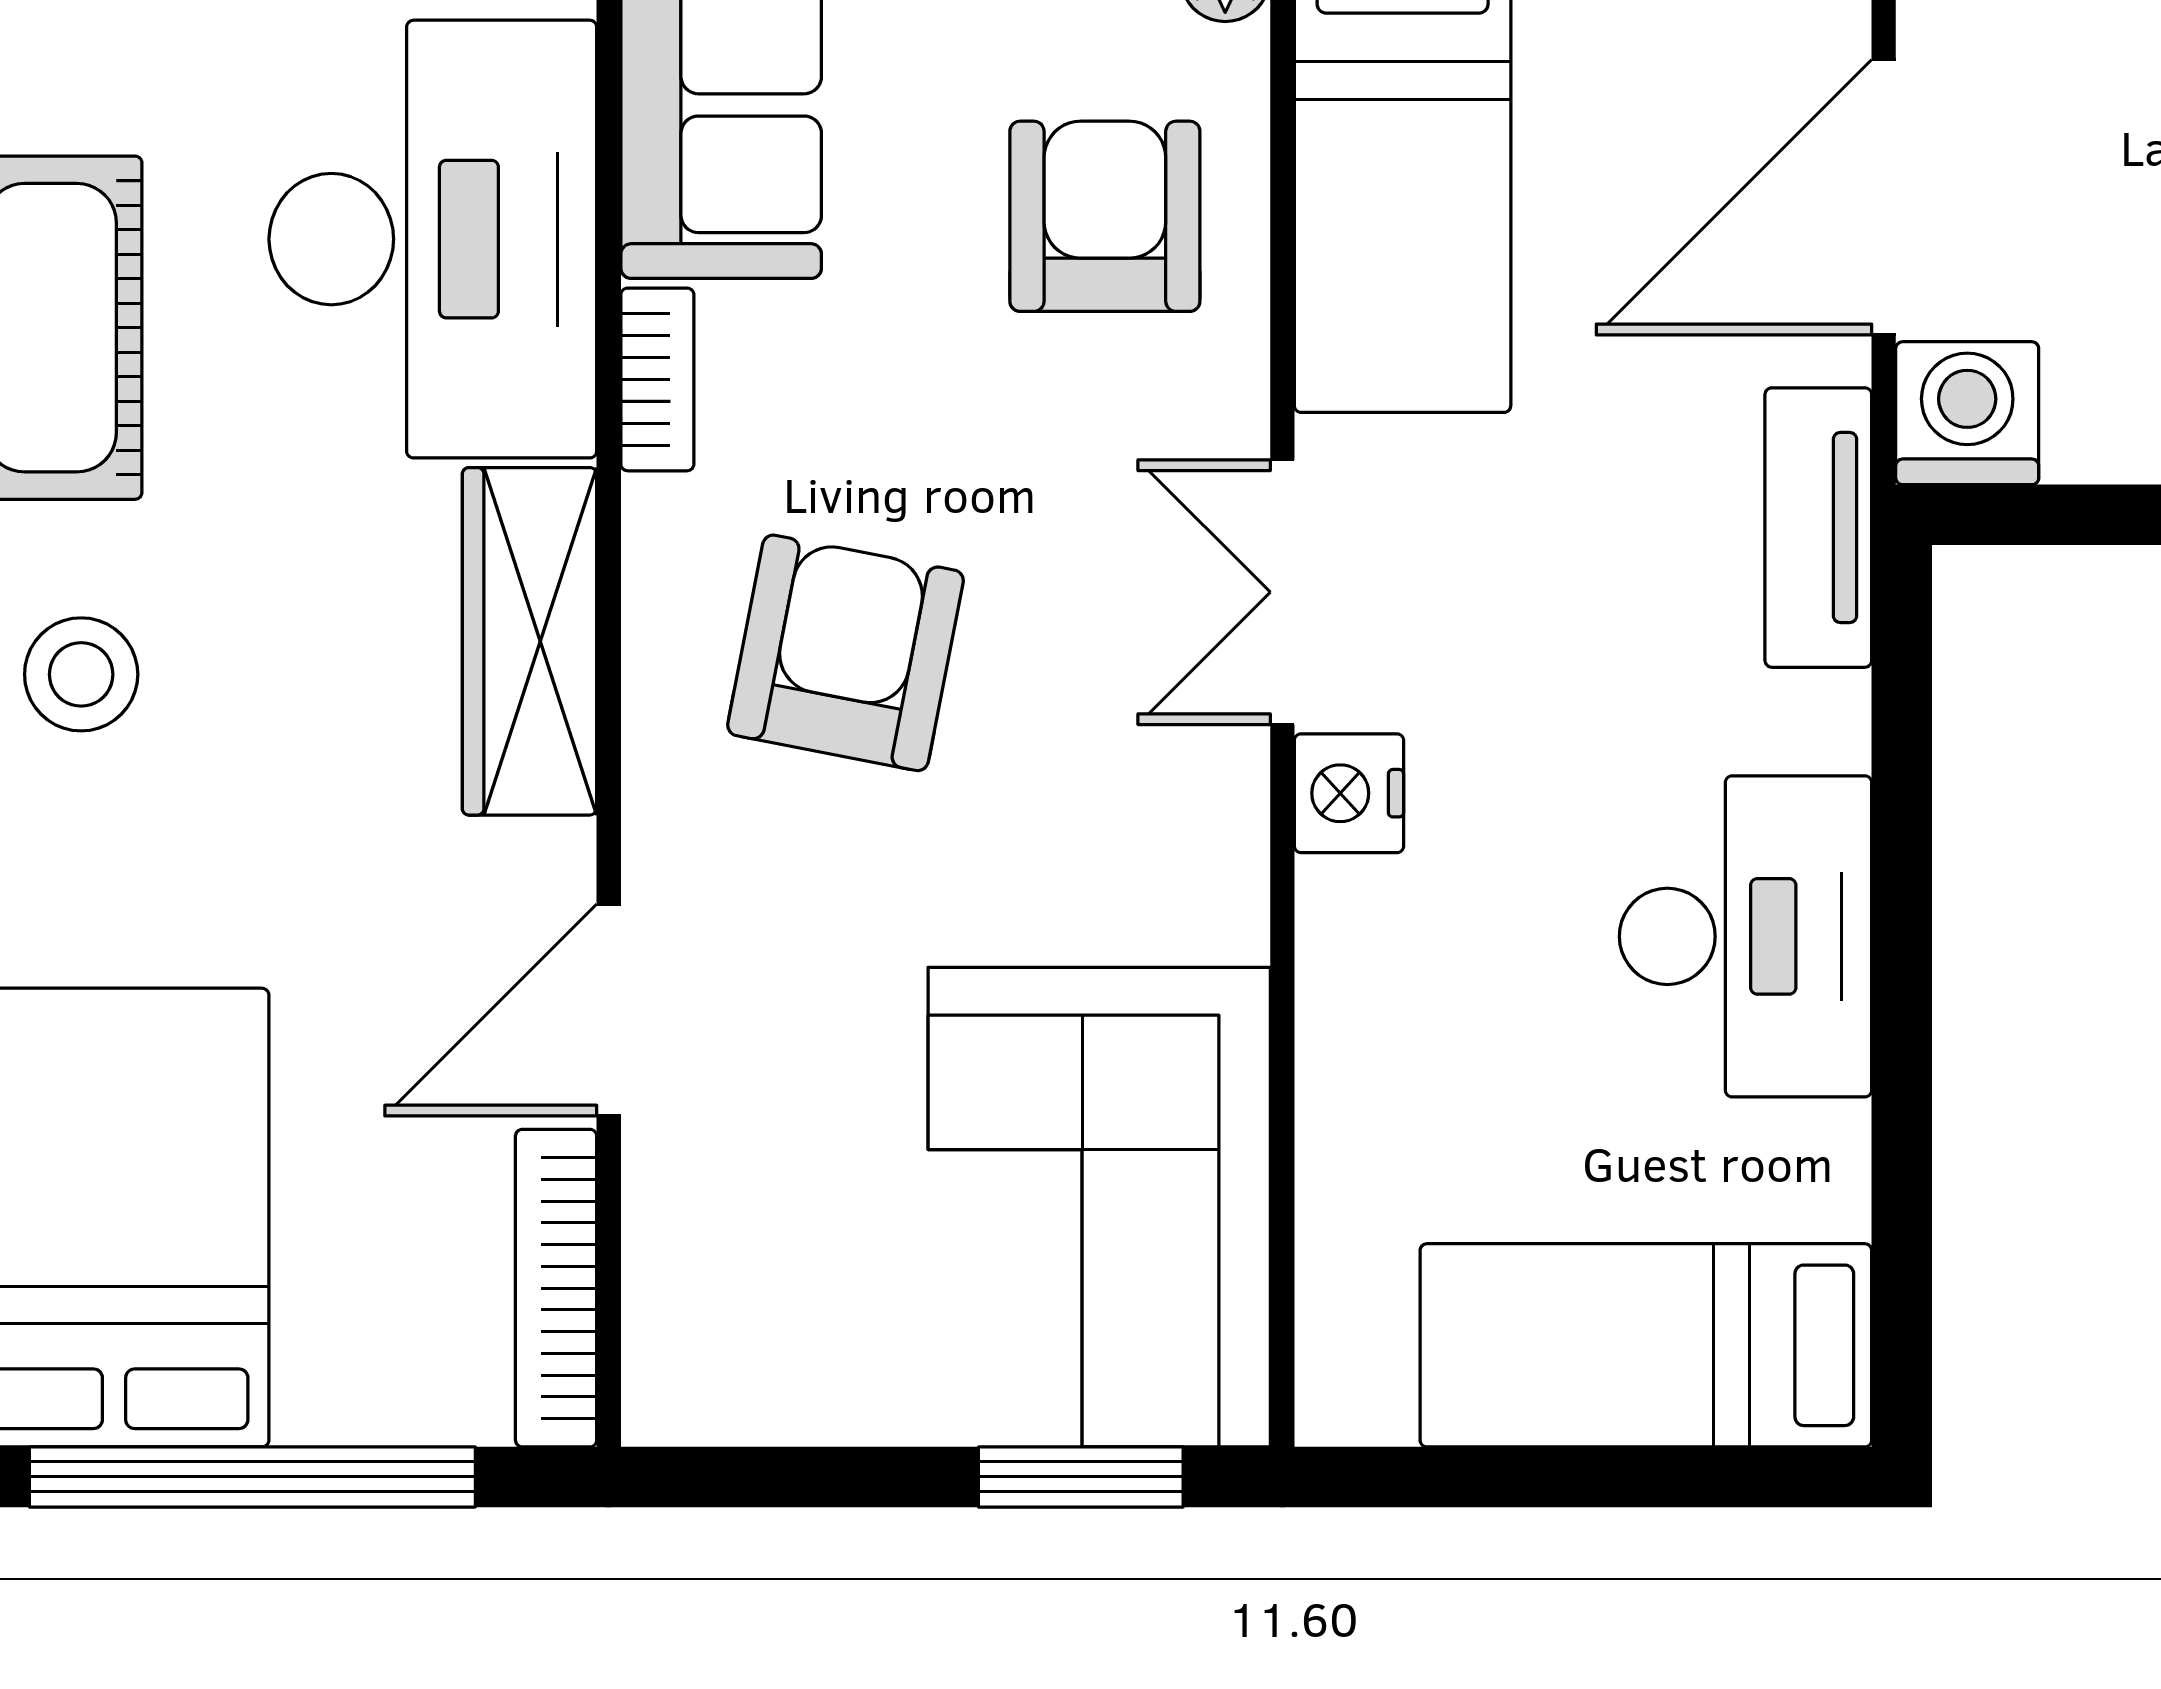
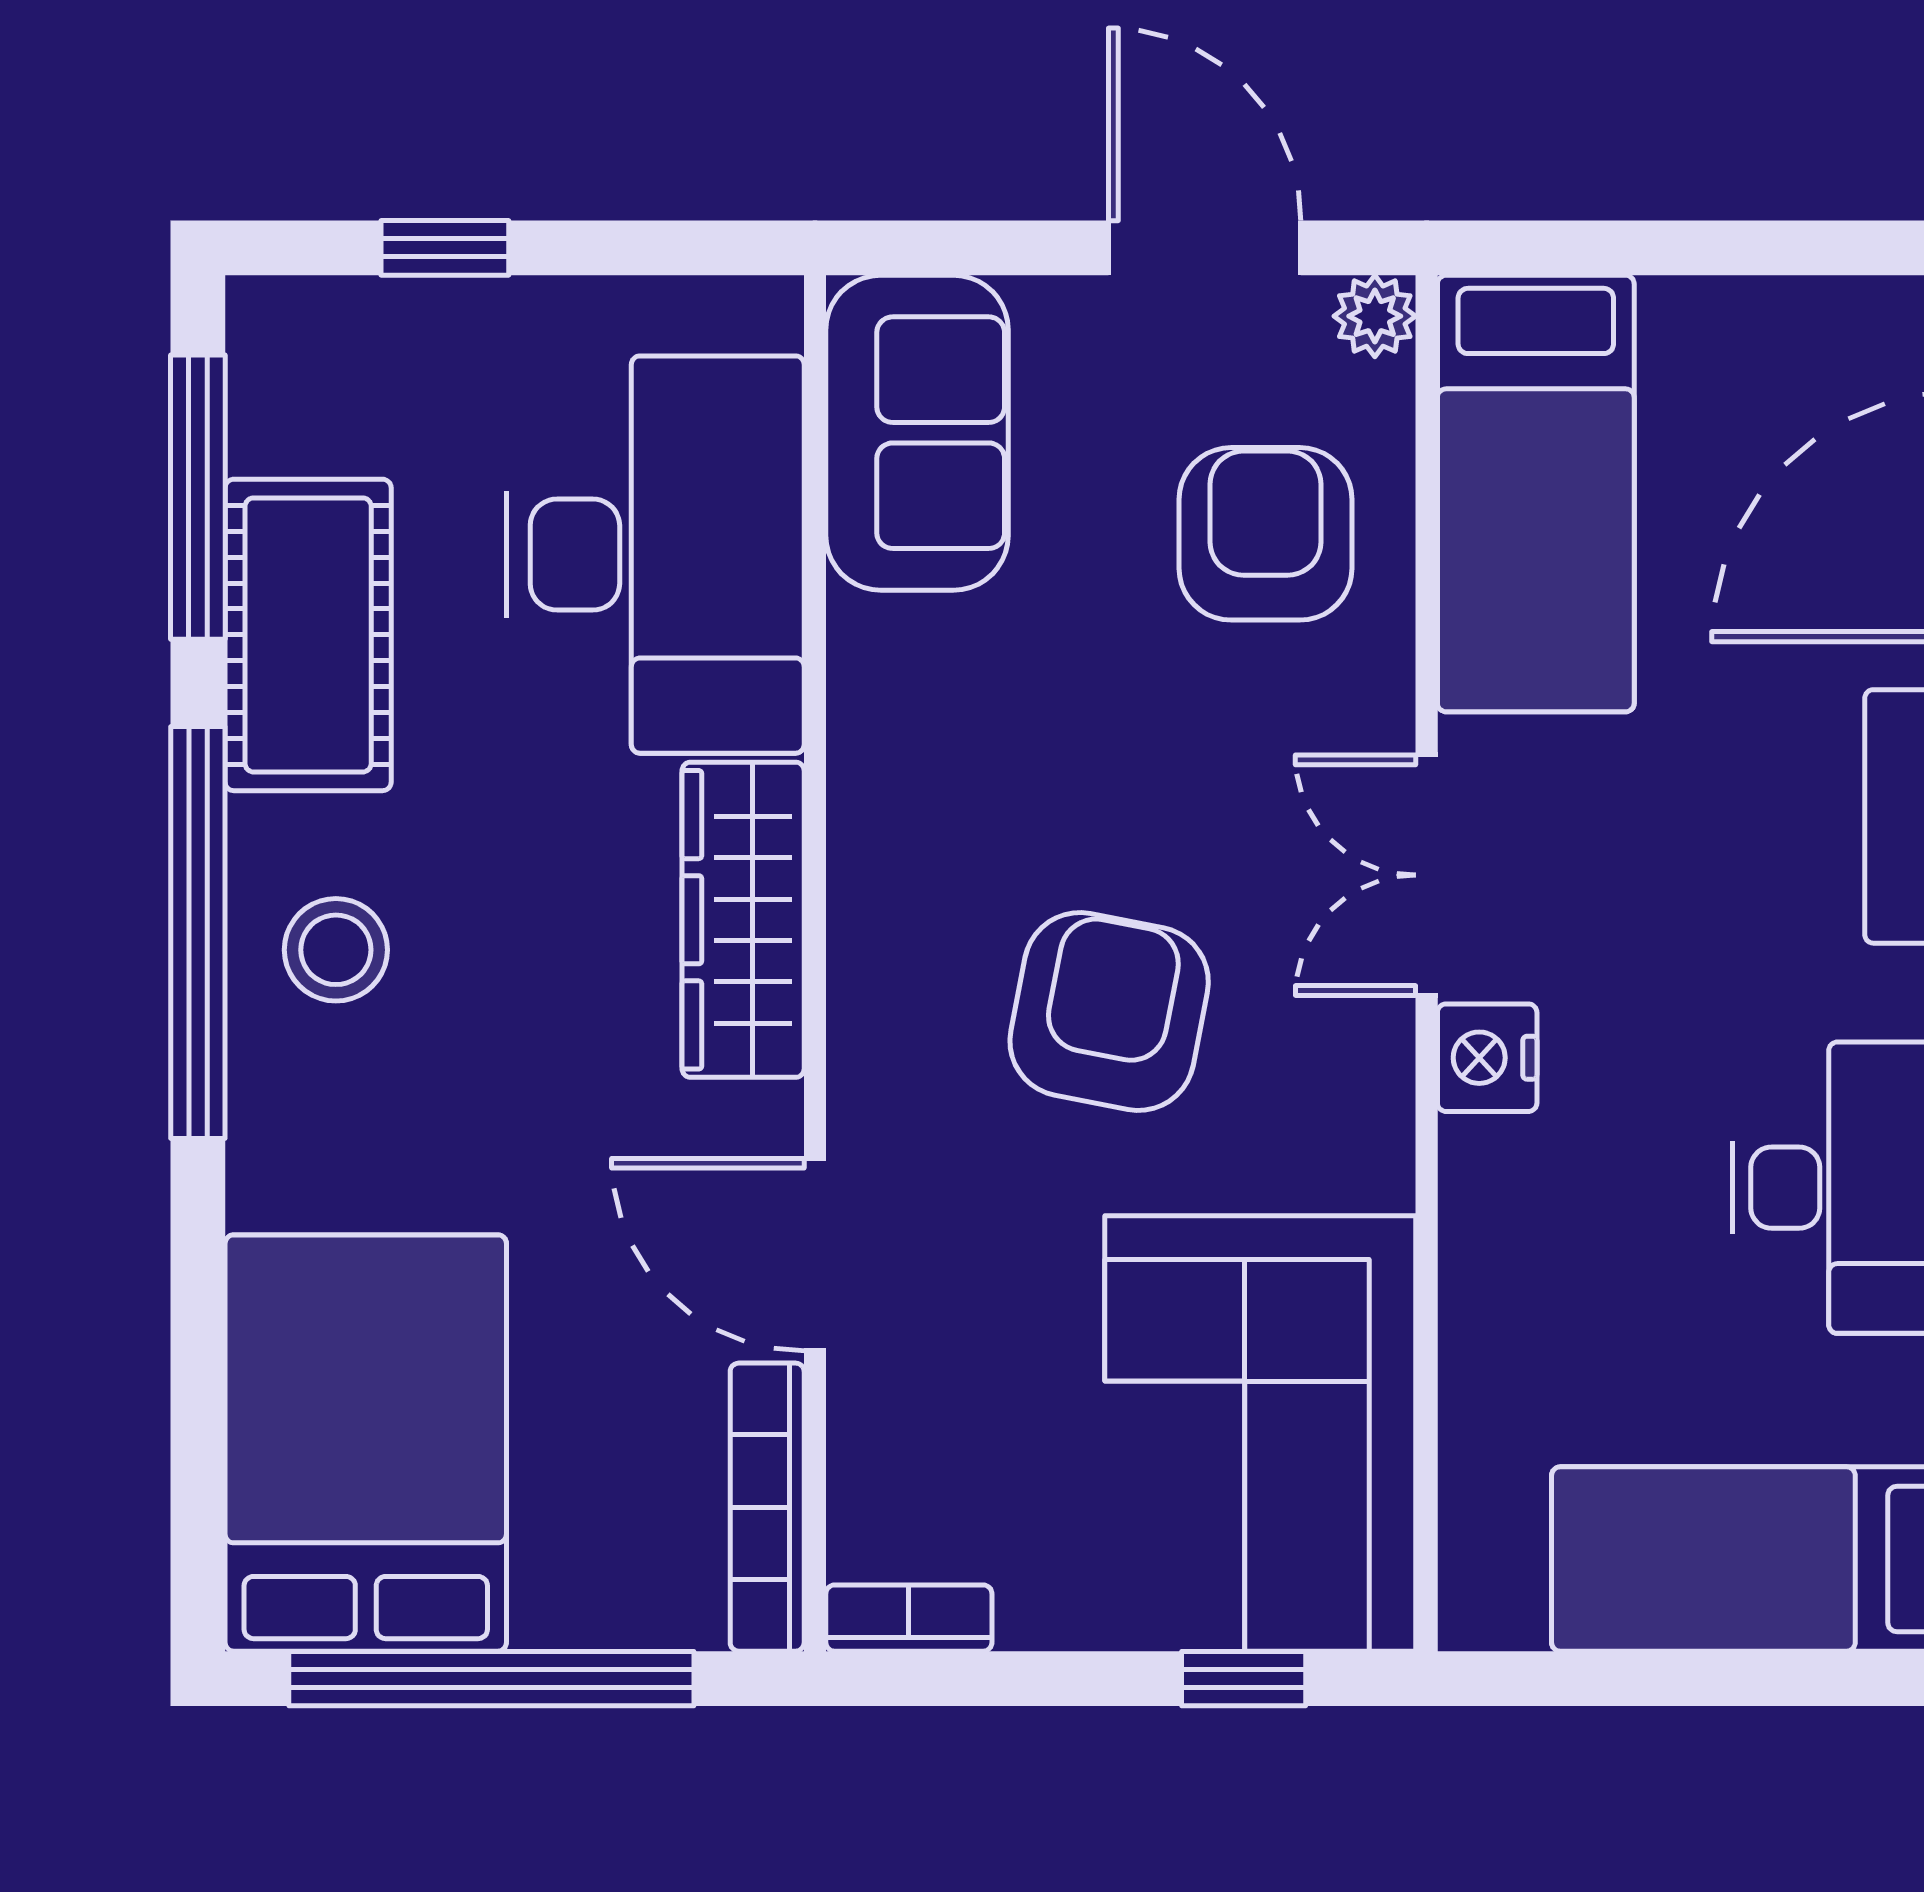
bookcase: (657, 379) -> (909, 1618), moved, turned -90
armchair: (846, 653) -> (1109, 1011), moved
door: (609, 1010) -> (815, 1255), hinge flipped
window: (1081, 1477) -> (1244, 1679), width x0.67

